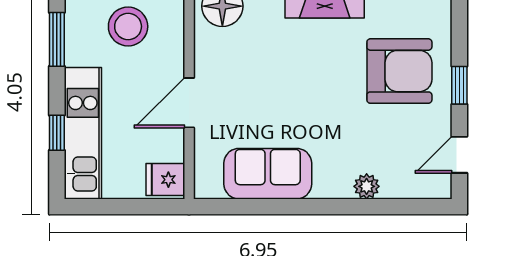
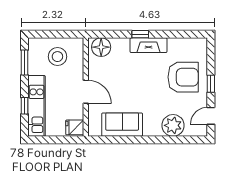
door: (189, 103) -> (86, 92), swing flipped
plant: (367, 186) -> (173, 125), width x1.88, depth x1.88

